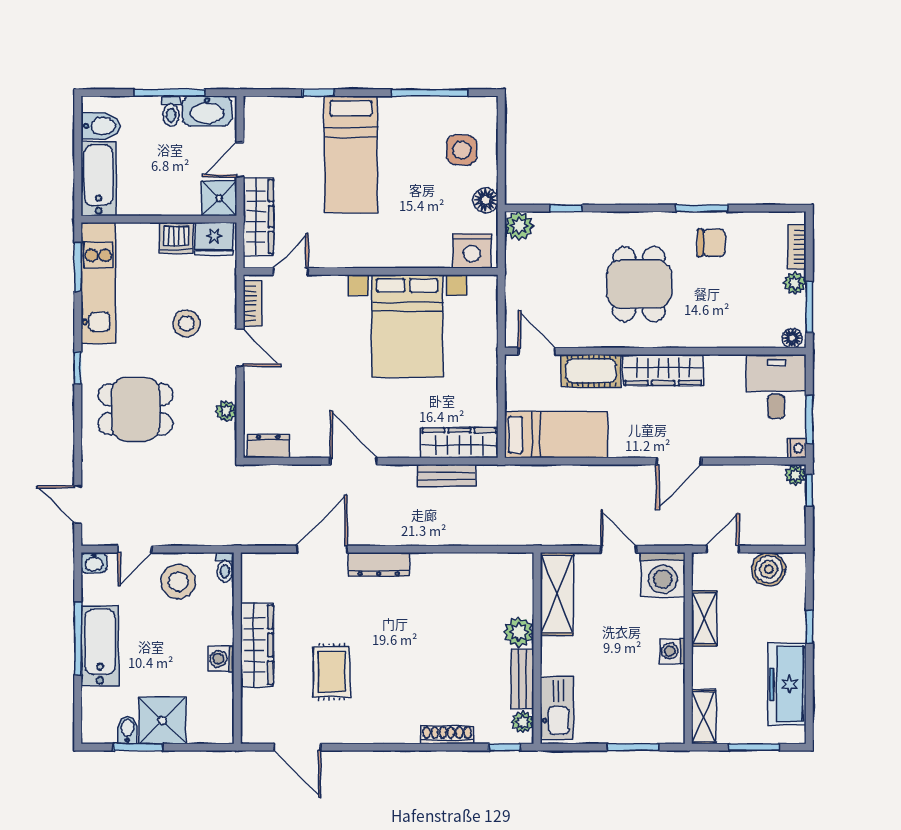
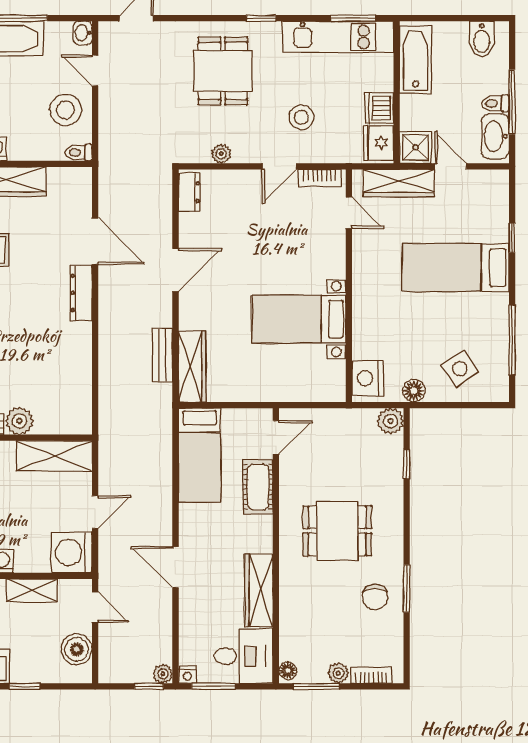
side table: (462, 150) -> (460, 369), turned -34
bathtub: (99, 179) -> (416, 60), moved, turned -90
bed with nightstands: (407, 326) -> (299, 319), width x0.73
wardrobe: (663, 370) -> (259, 590), moved

